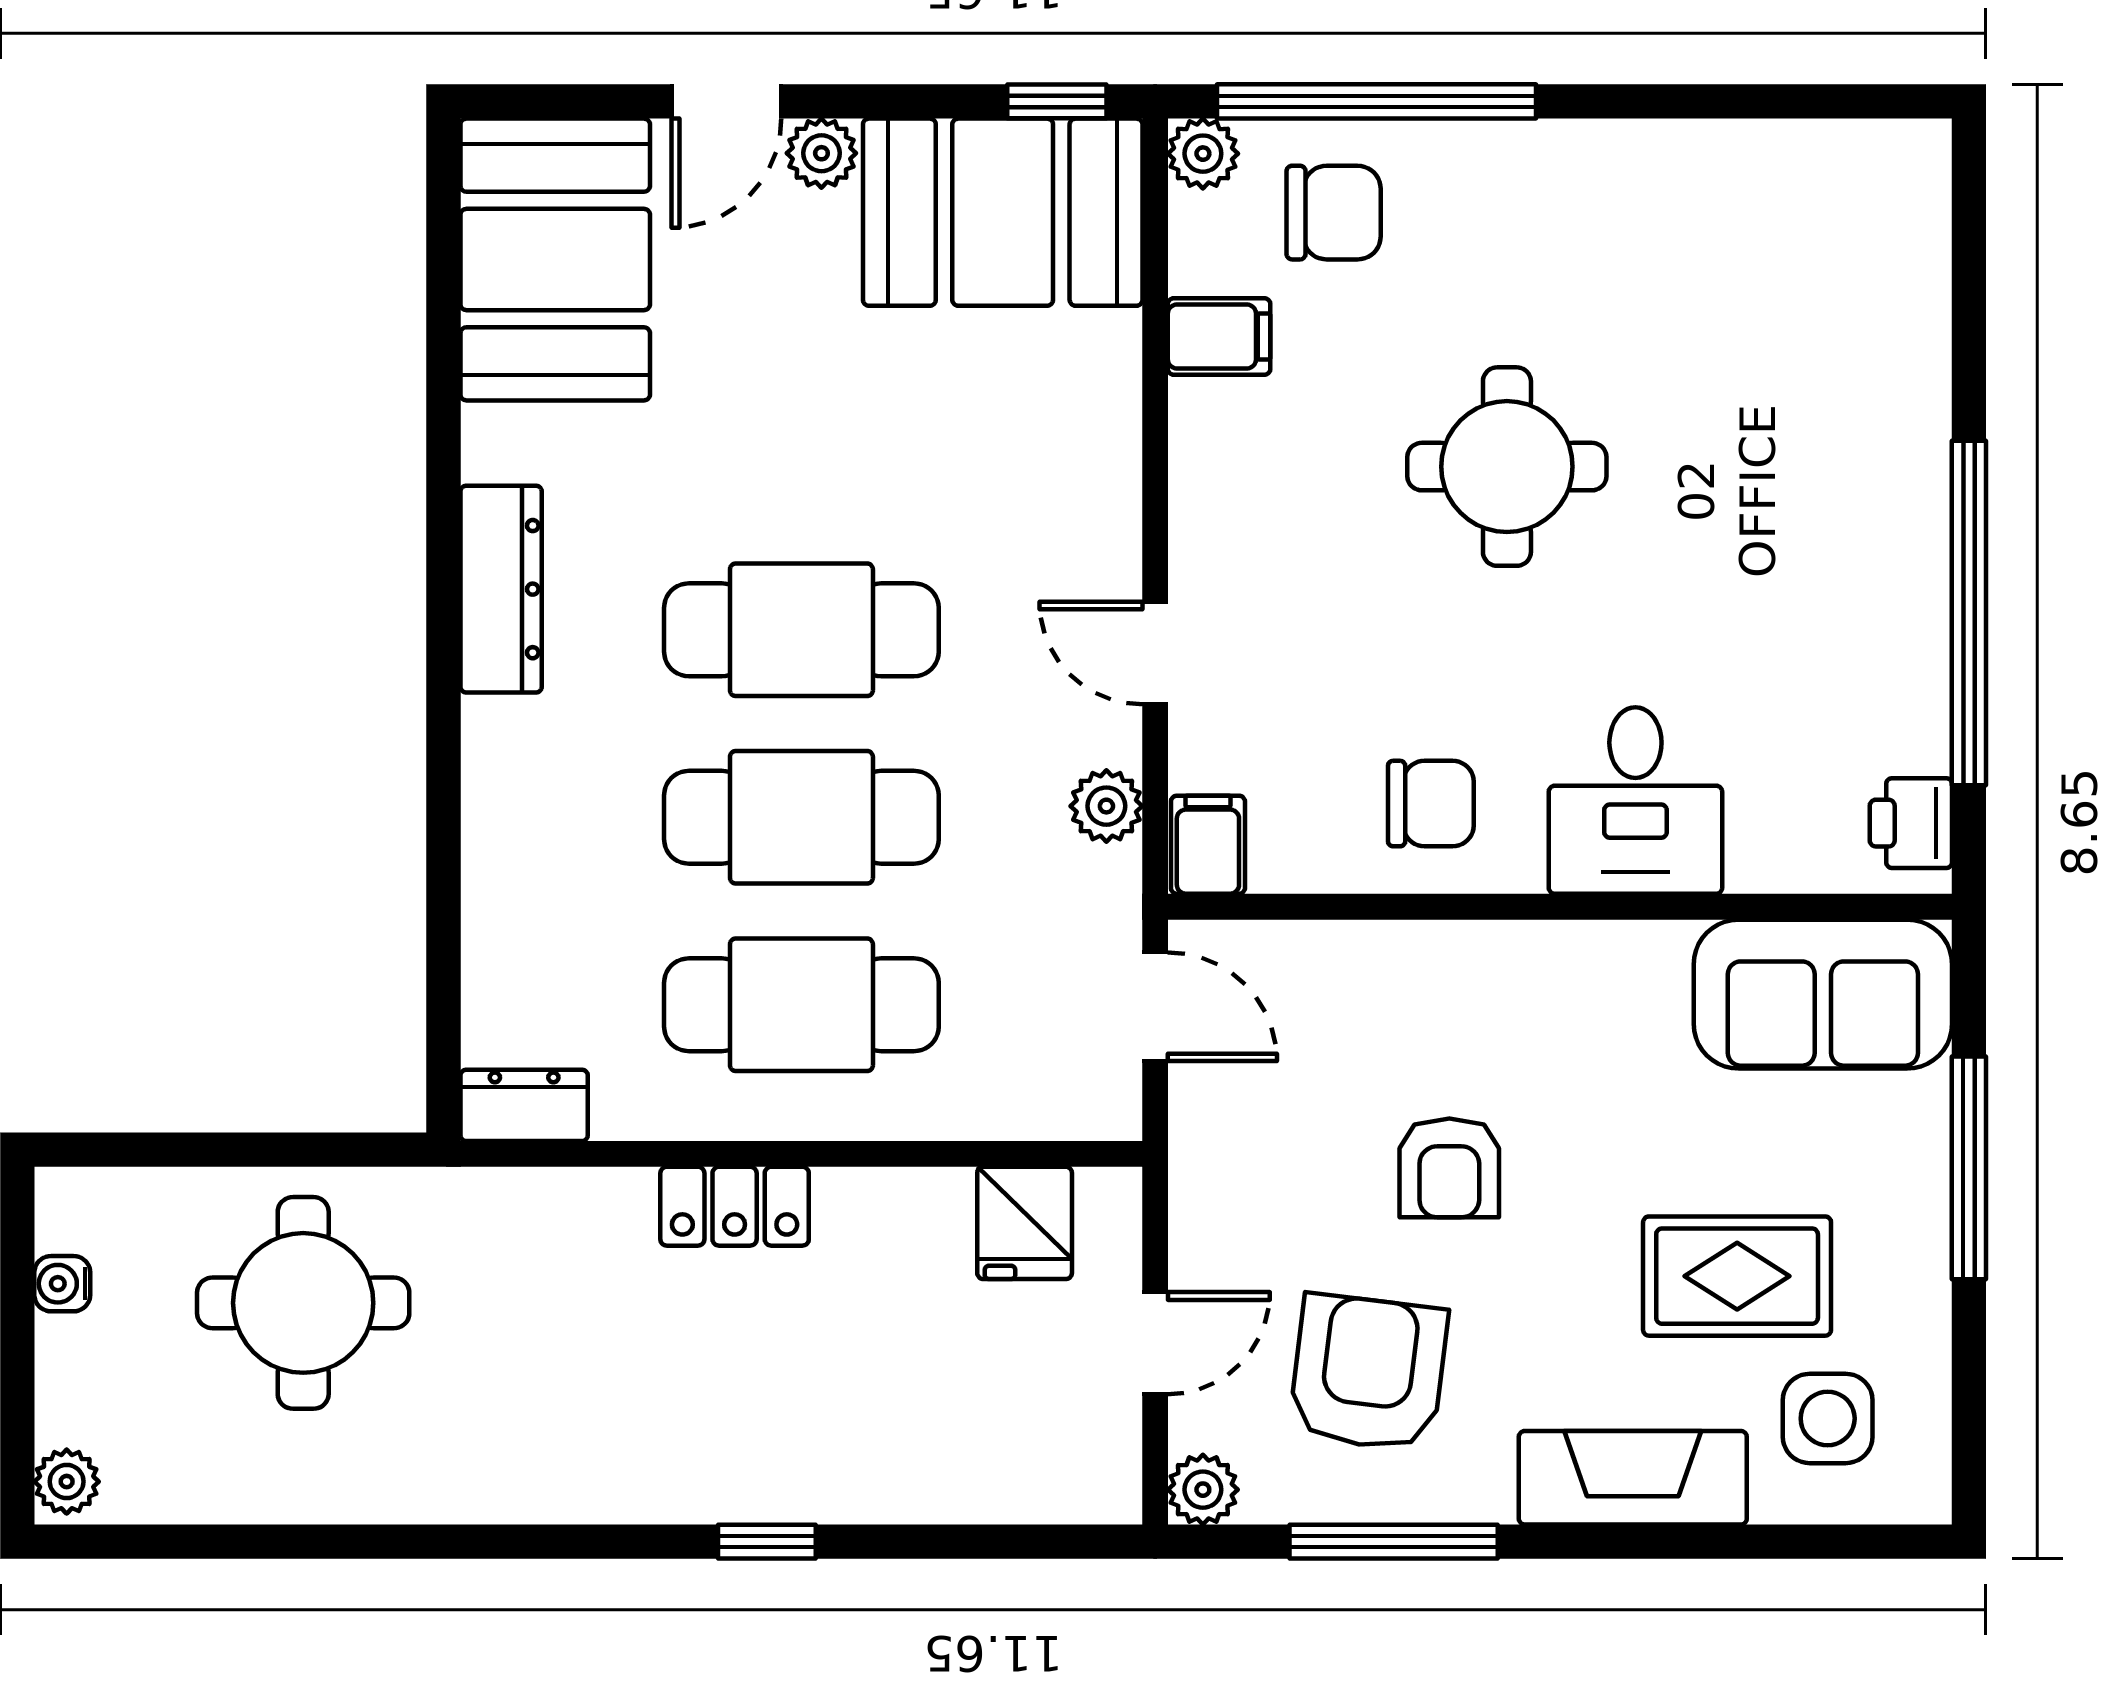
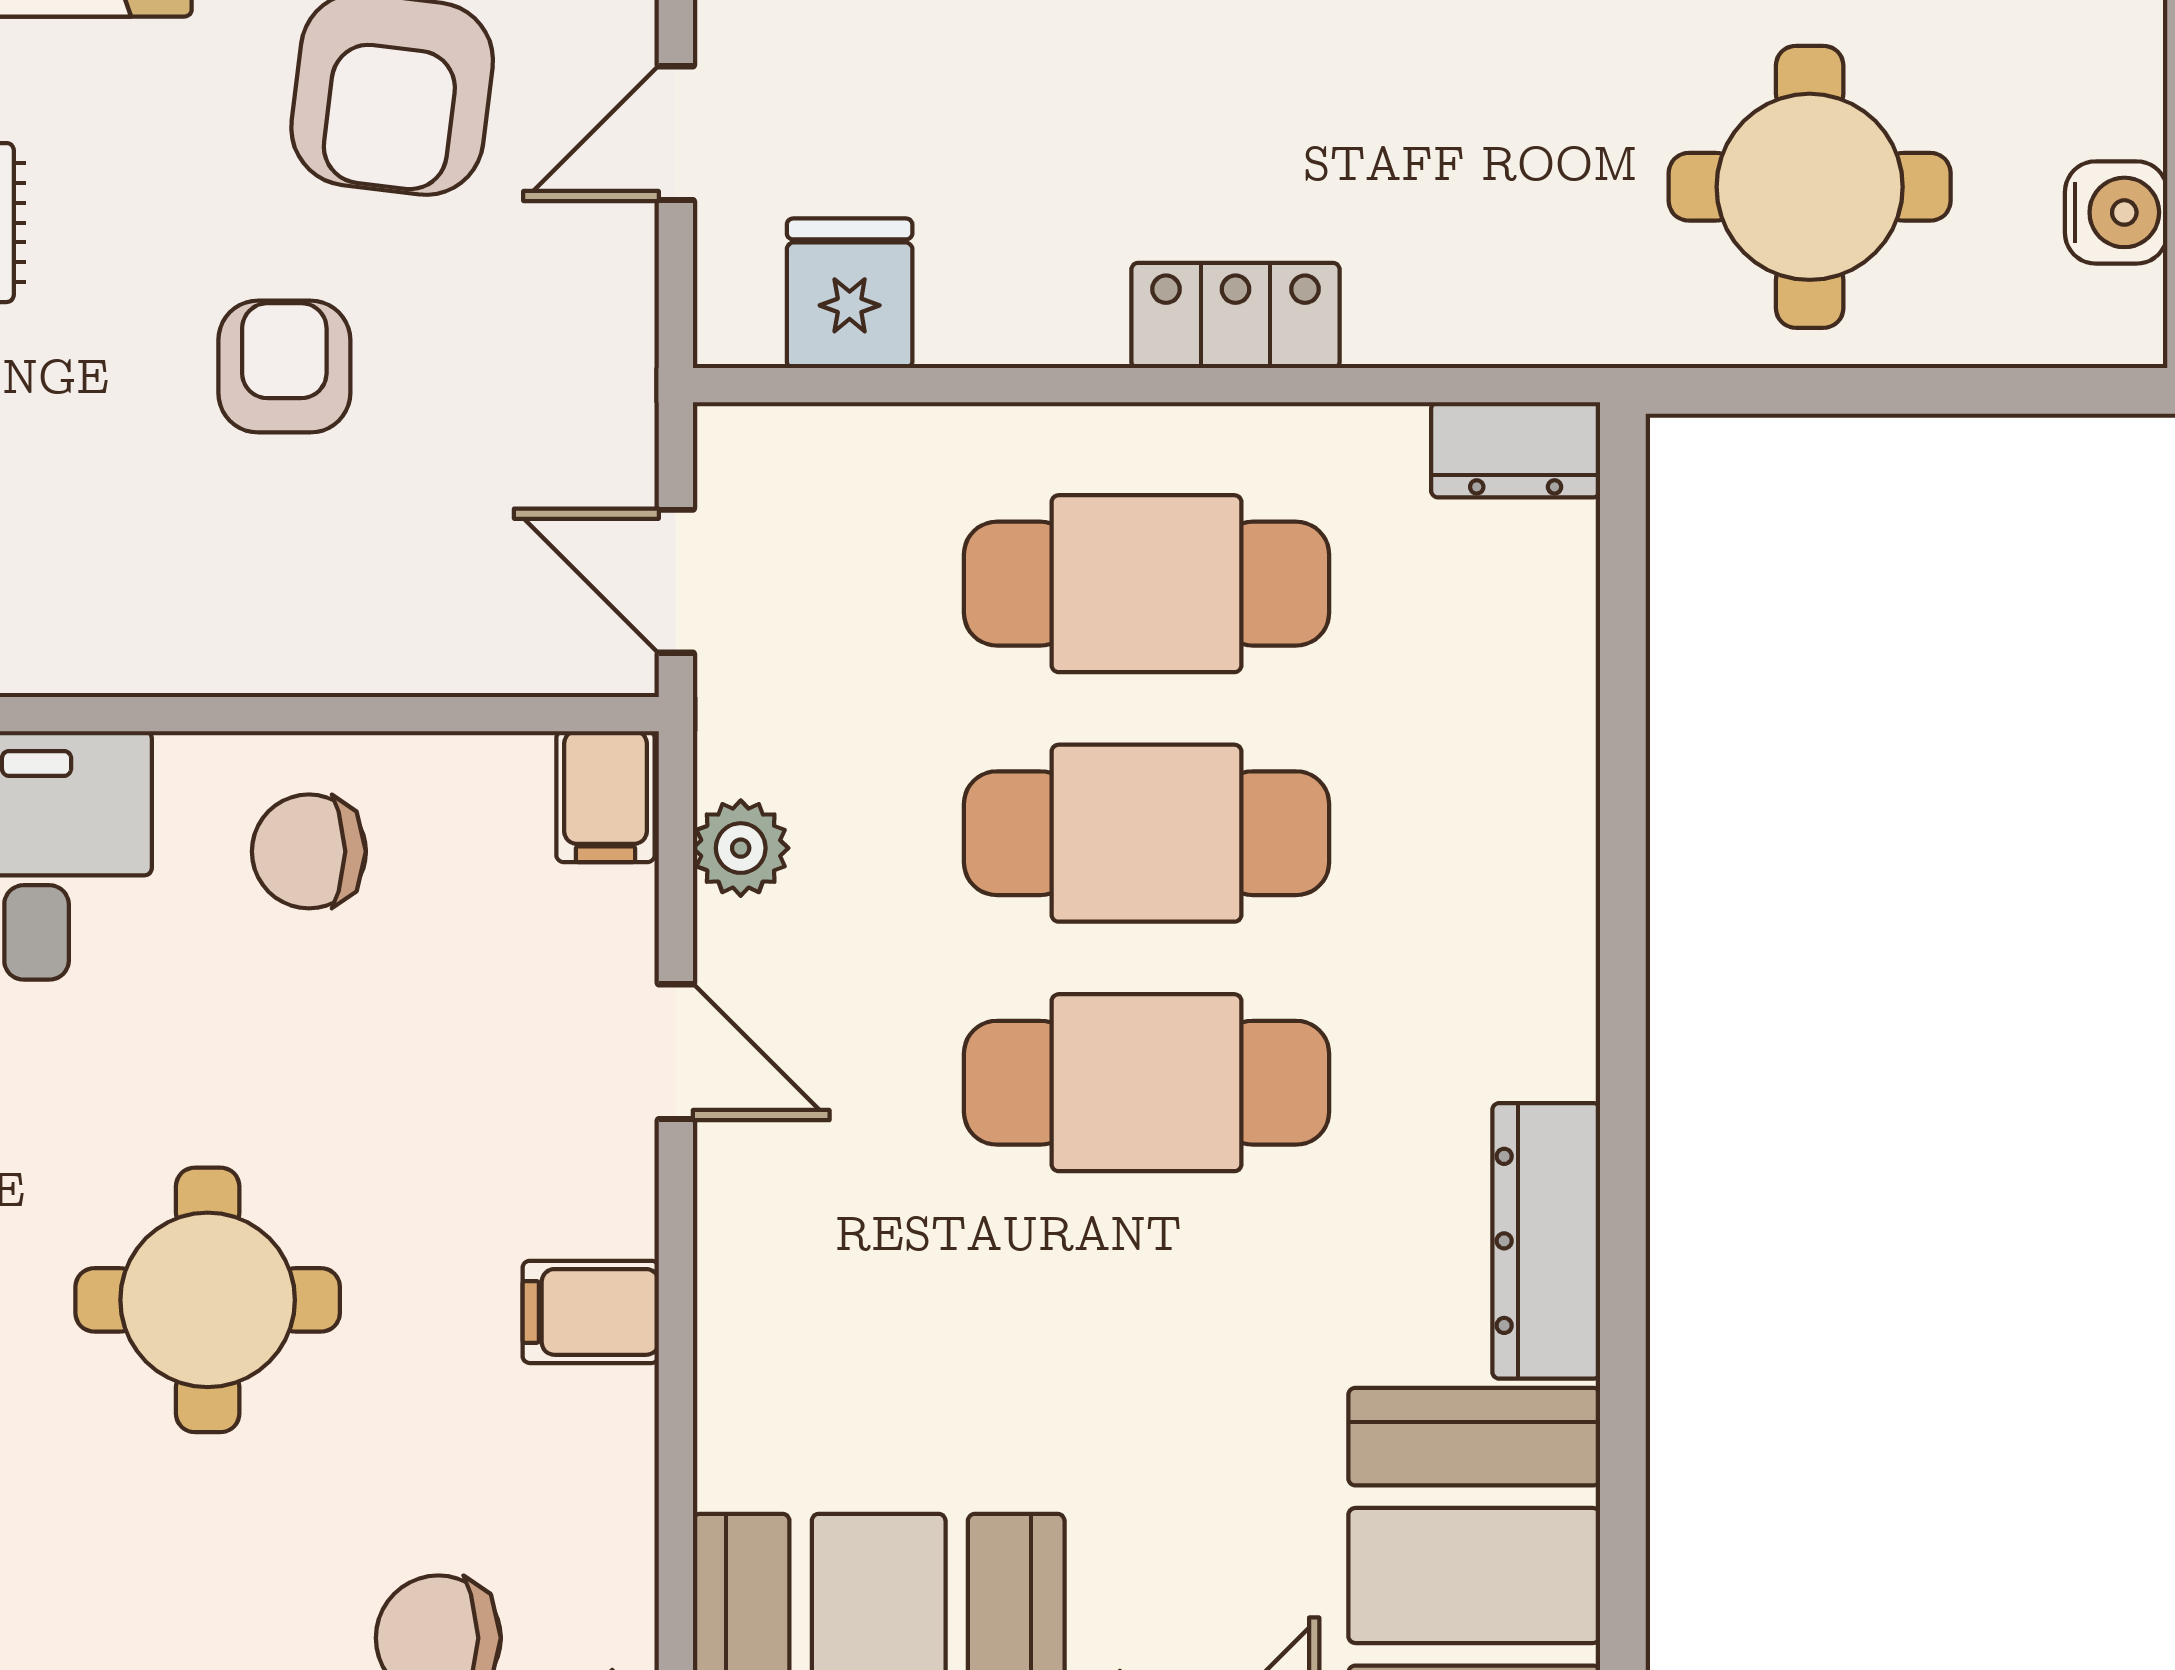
filing cabinet: (1219, 336) -> (591, 1312), moved
dresser: (501, 589) -> (1546, 1241), moved
water cooler: (62, 1284) -> (2116, 212), width x1.38, depth x1.38

